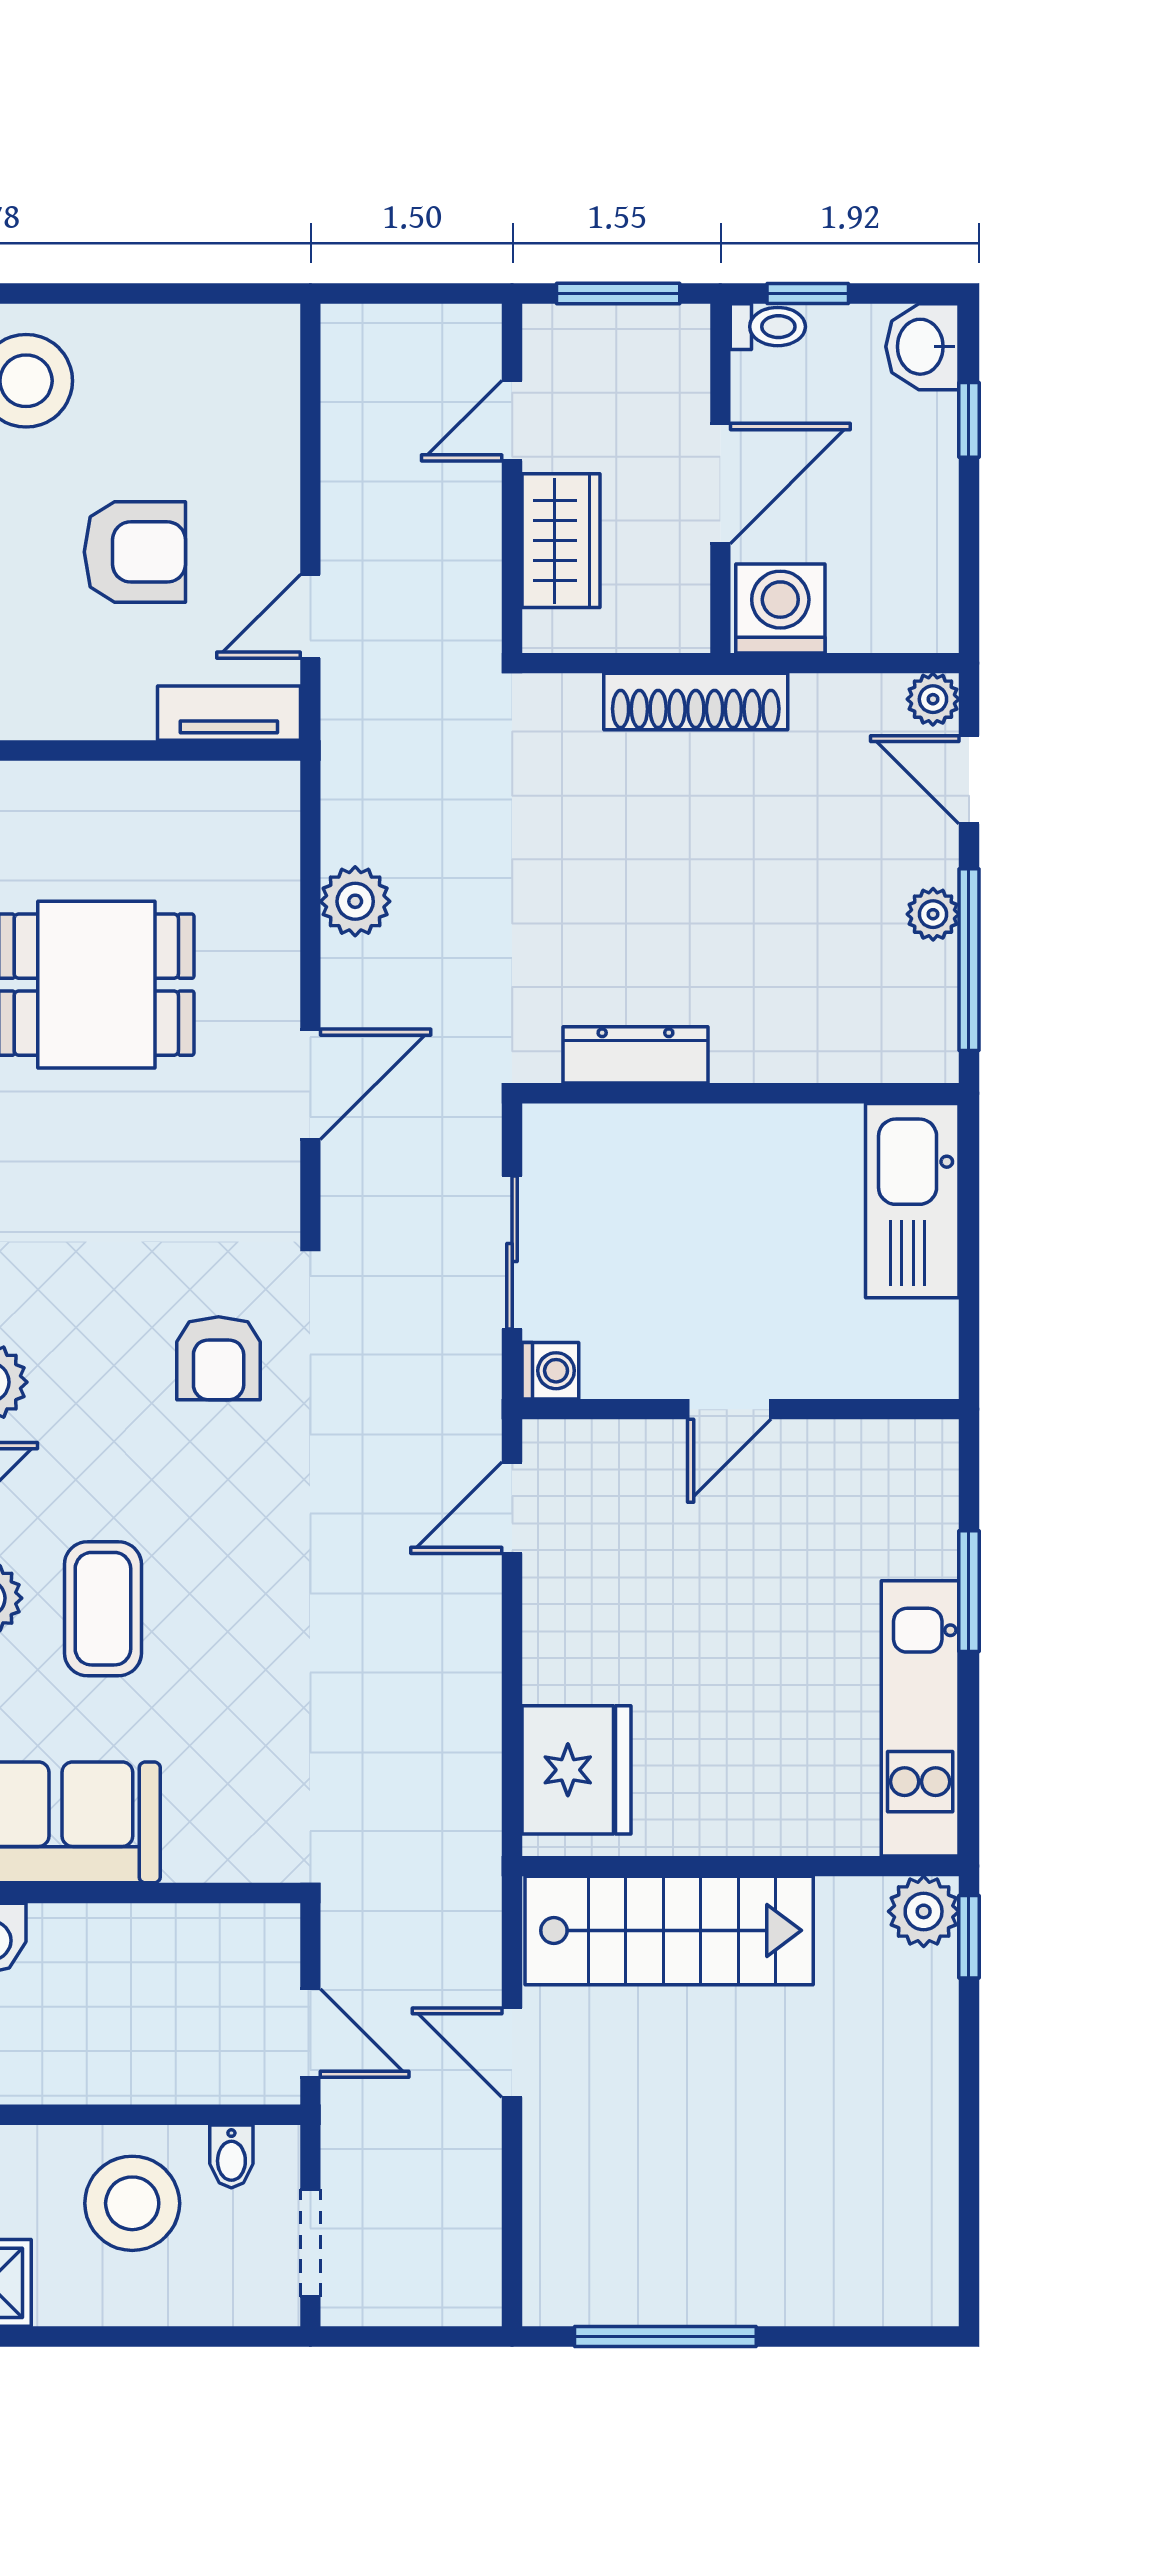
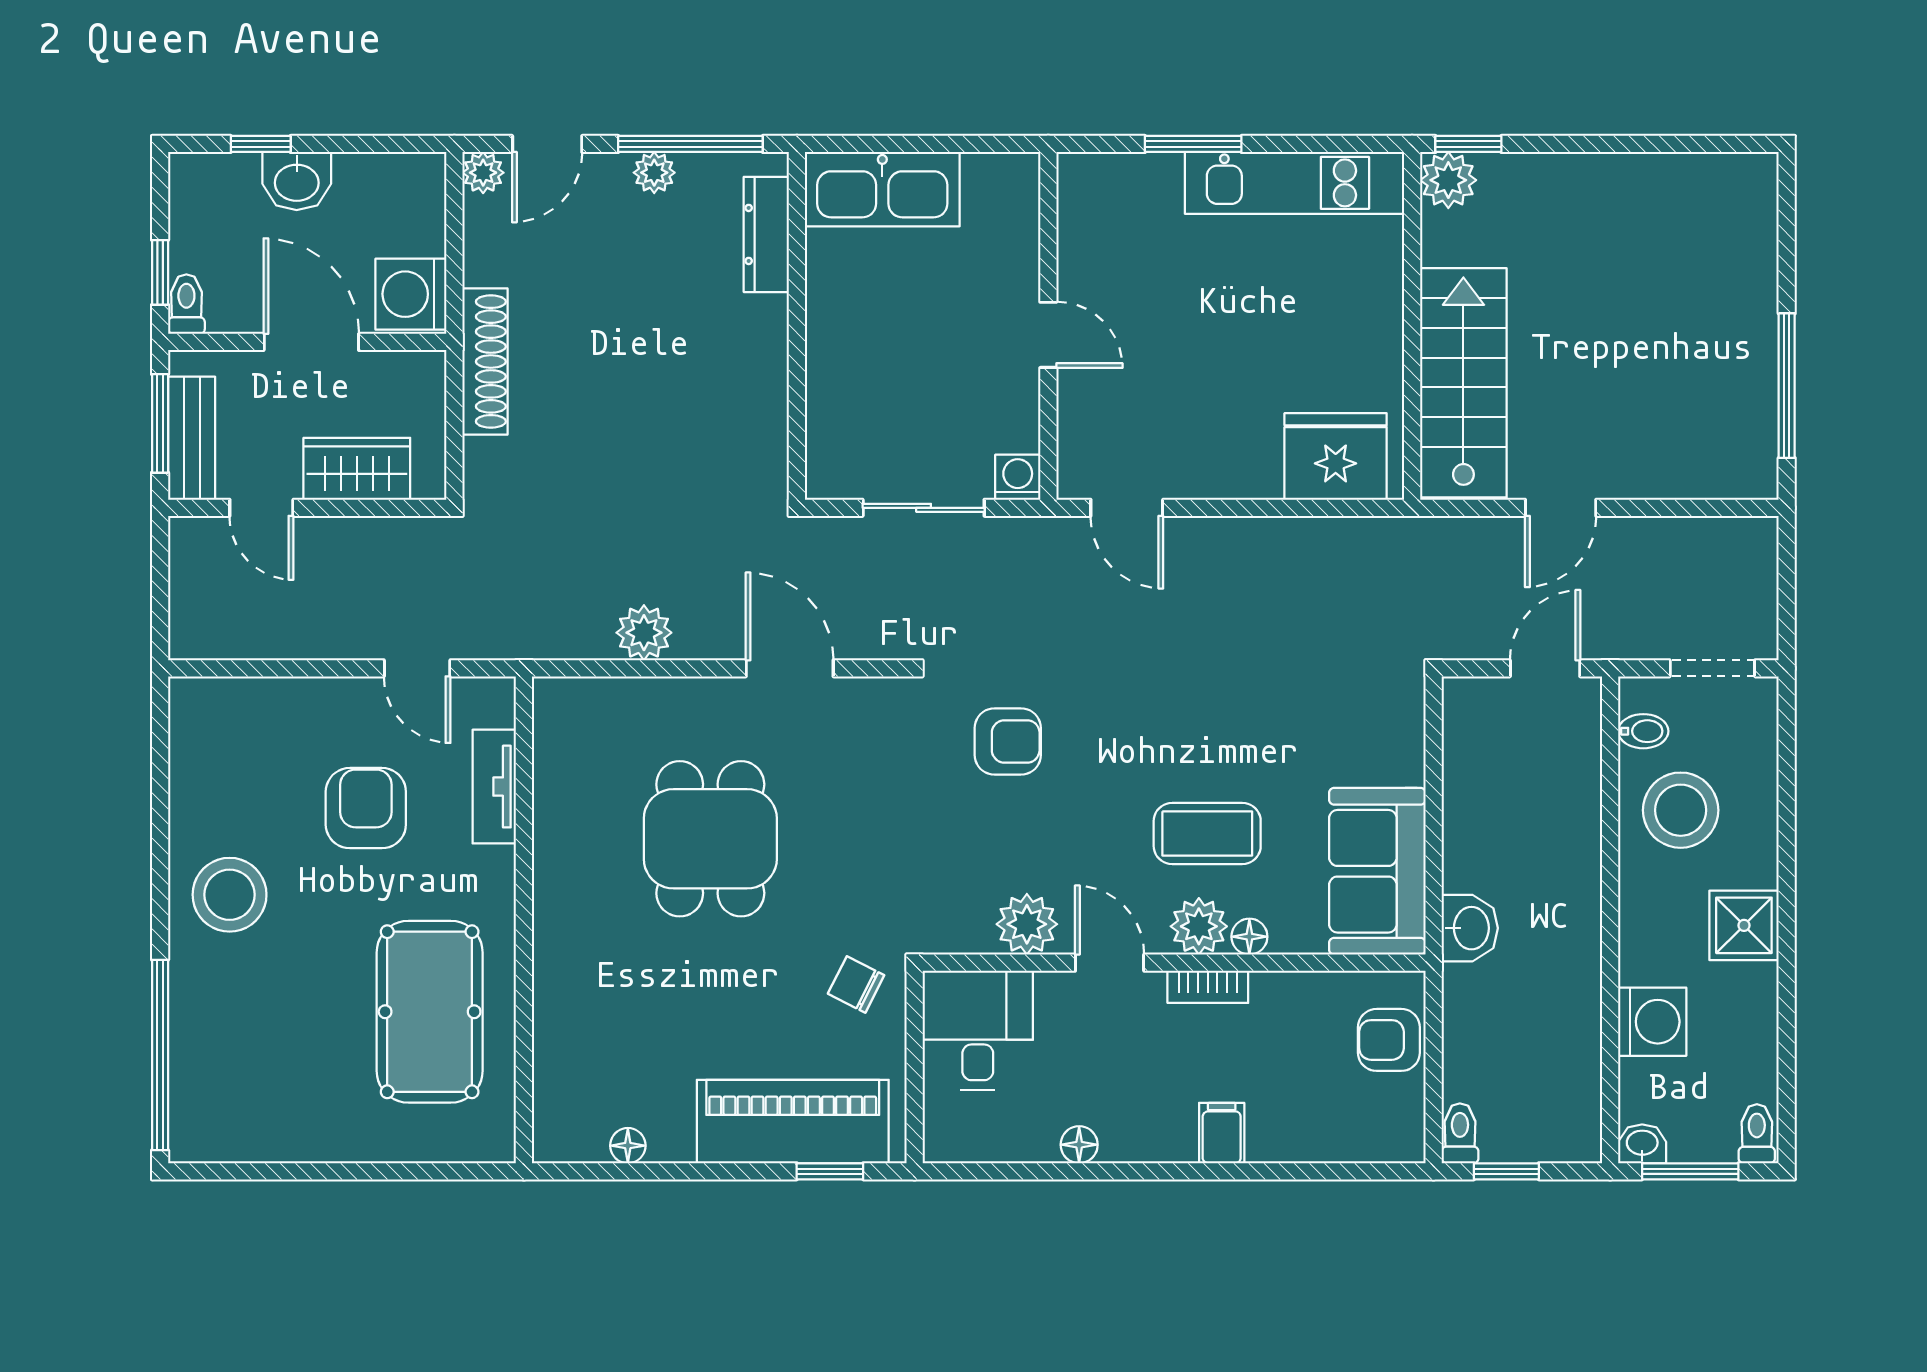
bench: (599, 333) -> (192, 438), added
washbasin: (922, 347) -> (297, 181), moved
tv unit: (229, 713) -> (494, 787), moved
dresser: (635, 1055) -> (766, 234), moved

